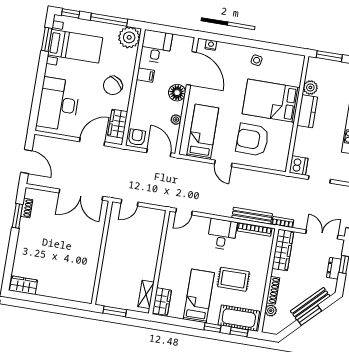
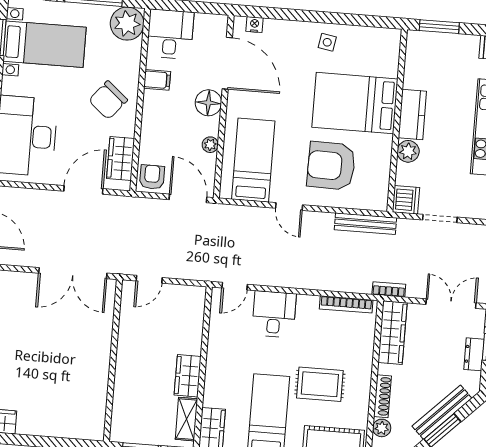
plant: (310, 88) -> (408, 151), moved
bench: (252, 216) -> (365, 224), moved
desk: (222, 234) -> (274, 314), moved
wardrobe: (149, 267) -> (188, 376), added

